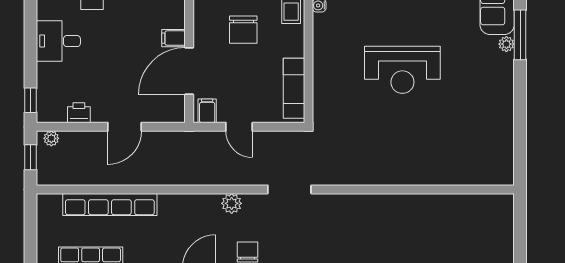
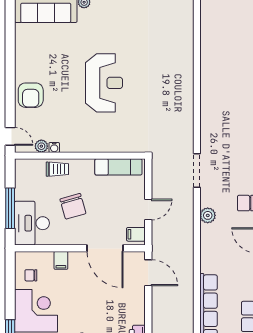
chair: (243, 30) -> (73, 206), turned 74
filing cabinet: (174, 38) -> (61, 260), moved
door: (125, 127) -> (148, 273), moved

